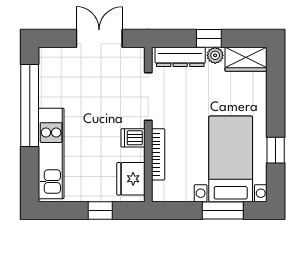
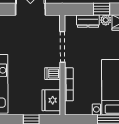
dresser: (180, 57) -> (88, 21), width x0.70

